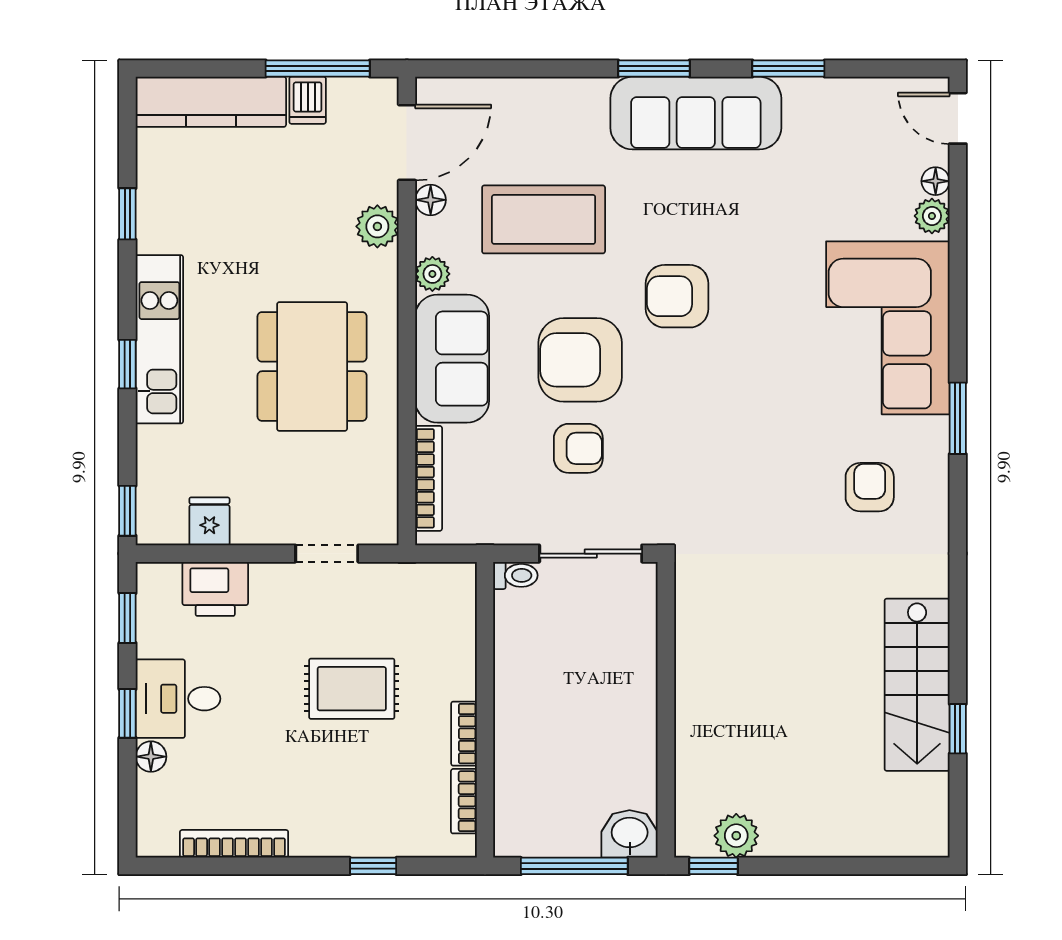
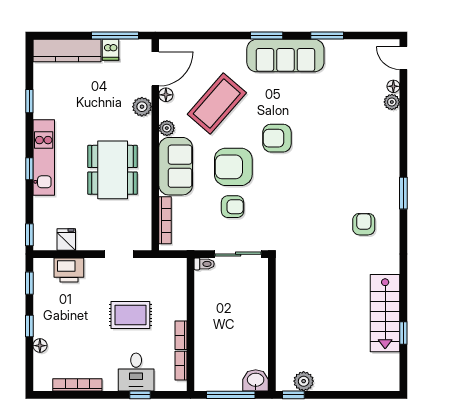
coffee table: (544, 219) -> (217, 104), turned -49
corner sofa: (888, 328) -> (372, 152), removed
desk: (178, 699) -> (136, 372), moved, turned -90

